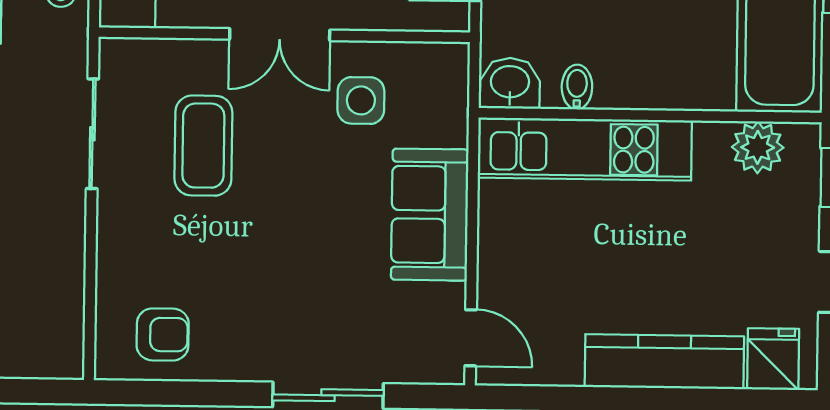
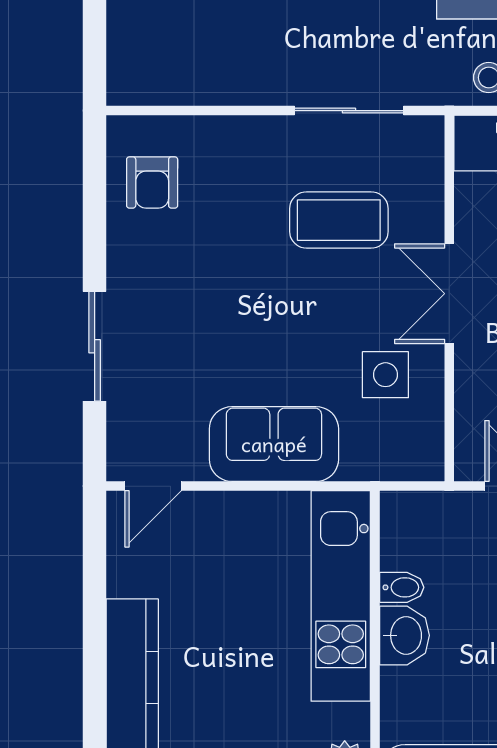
washbasin: (510, 83) -> (405, 635), moved

